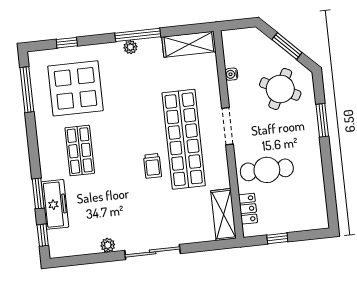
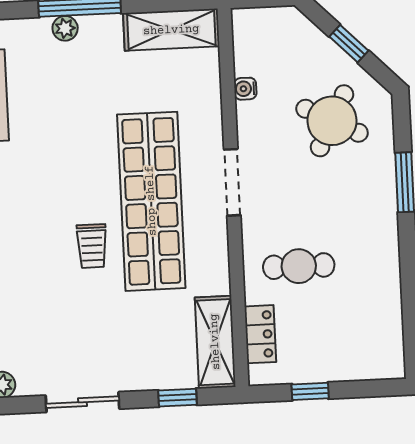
window: (287, 46) -> (349, 44), width x0.67
cafe table: (267, 170) -> (299, 266), width x0.73, depth x0.74
window: (205, 246) -> (178, 398), added
sliding door: (153, 252) -> (82, 402), width x0.73

